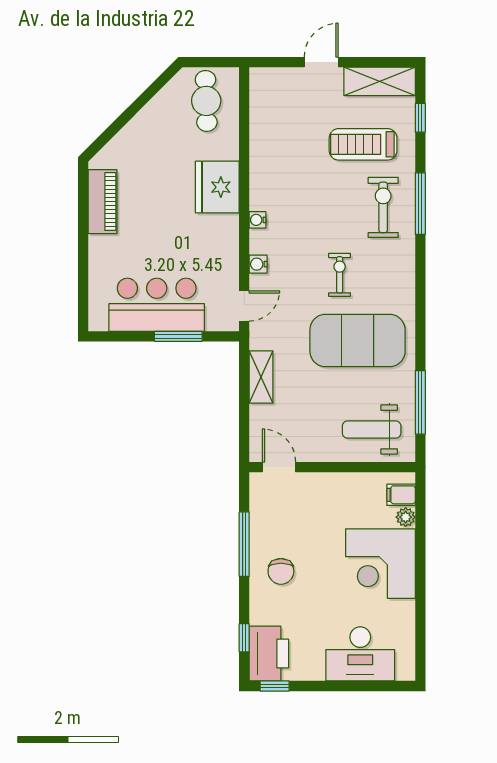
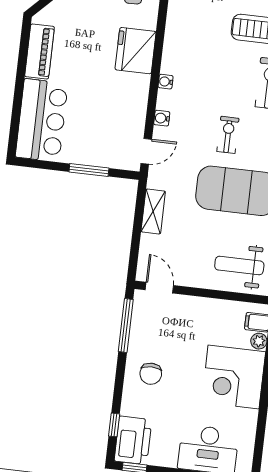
bar counter: (157, 305) -> (42, 120), moved, turned 90
window: (244, 544) -> (126, 326), moved

